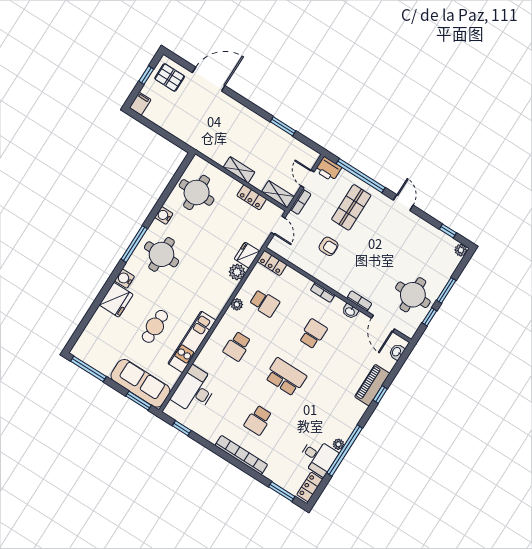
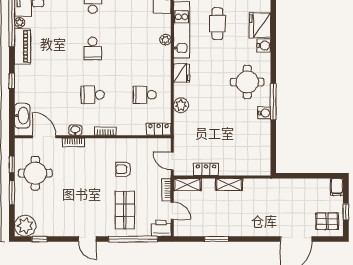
round table: (197, 192) -> (250, 146), removed
window: (134, 244) -> (273, 102), moved
plant: (461, 250) -> (25, 226), width x1.87, depth x1.87
fridge: (247, 255) -> (182, 73), moved
plant: (237, 304) -> (165, 40), moved
school desk: (313, 334) -> (93, 95), turned 90
school desk: (237, 346) -> (145, 48), removed
washbasin: (397, 352) -> (22, 116), width x1.91, depth x1.45
school desk: (286, 377) -> (93, 48), width x0.54
piano: (372, 385) -> (22, 46), moved

